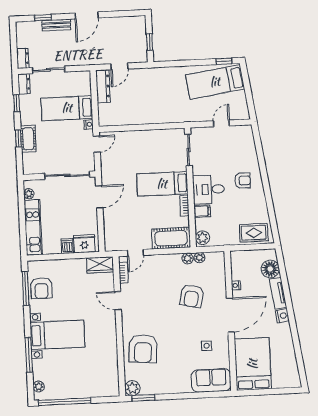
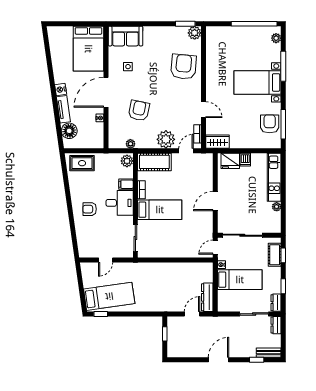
bench: (56, 25) -> (269, 353), moved
sliding door: (67, 175) -> (242, 235), moved
wall: (59, 176) -> (249, 235), moved
plant: (188, 258) -> (166, 139), moved, width x1.88, depth x1.88

